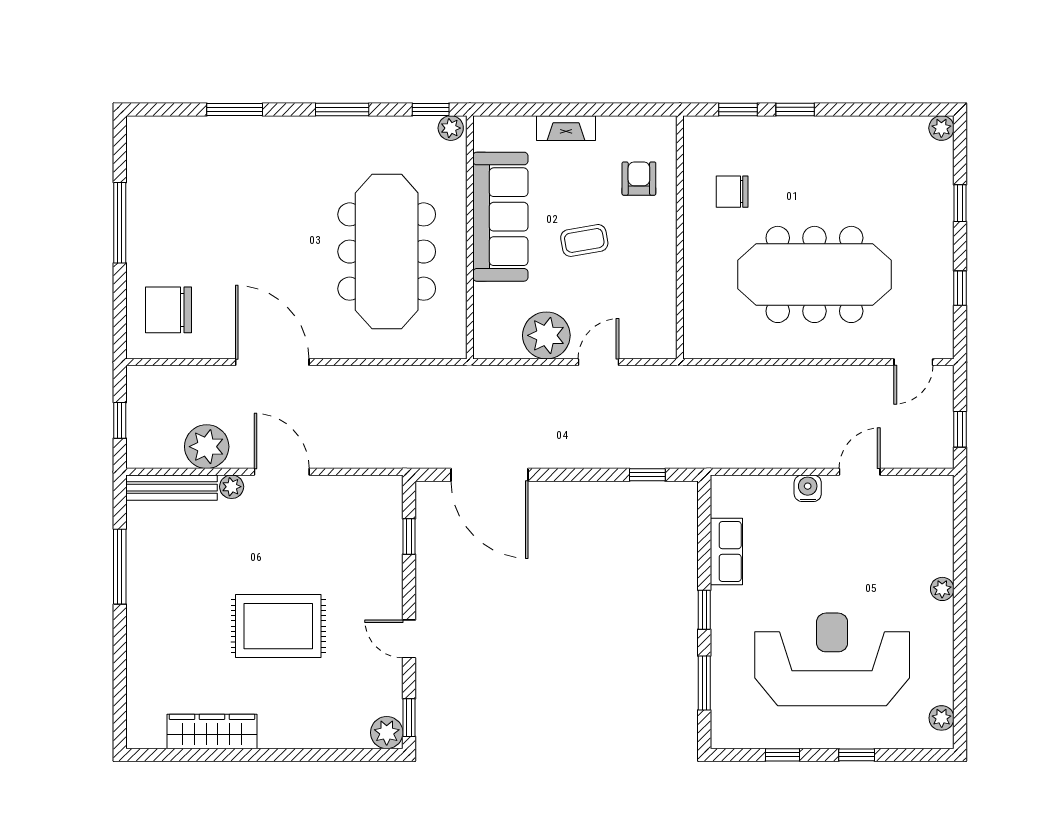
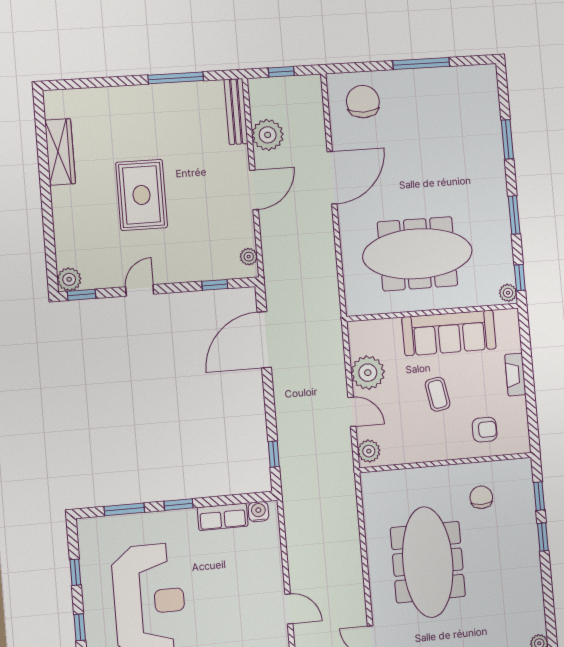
plant: (655, 343) -> (369, 451), added
plant: (232, 487) -> (249, 257), moved
water cooler: (808, 488) -> (258, 512), moved, turned -90

